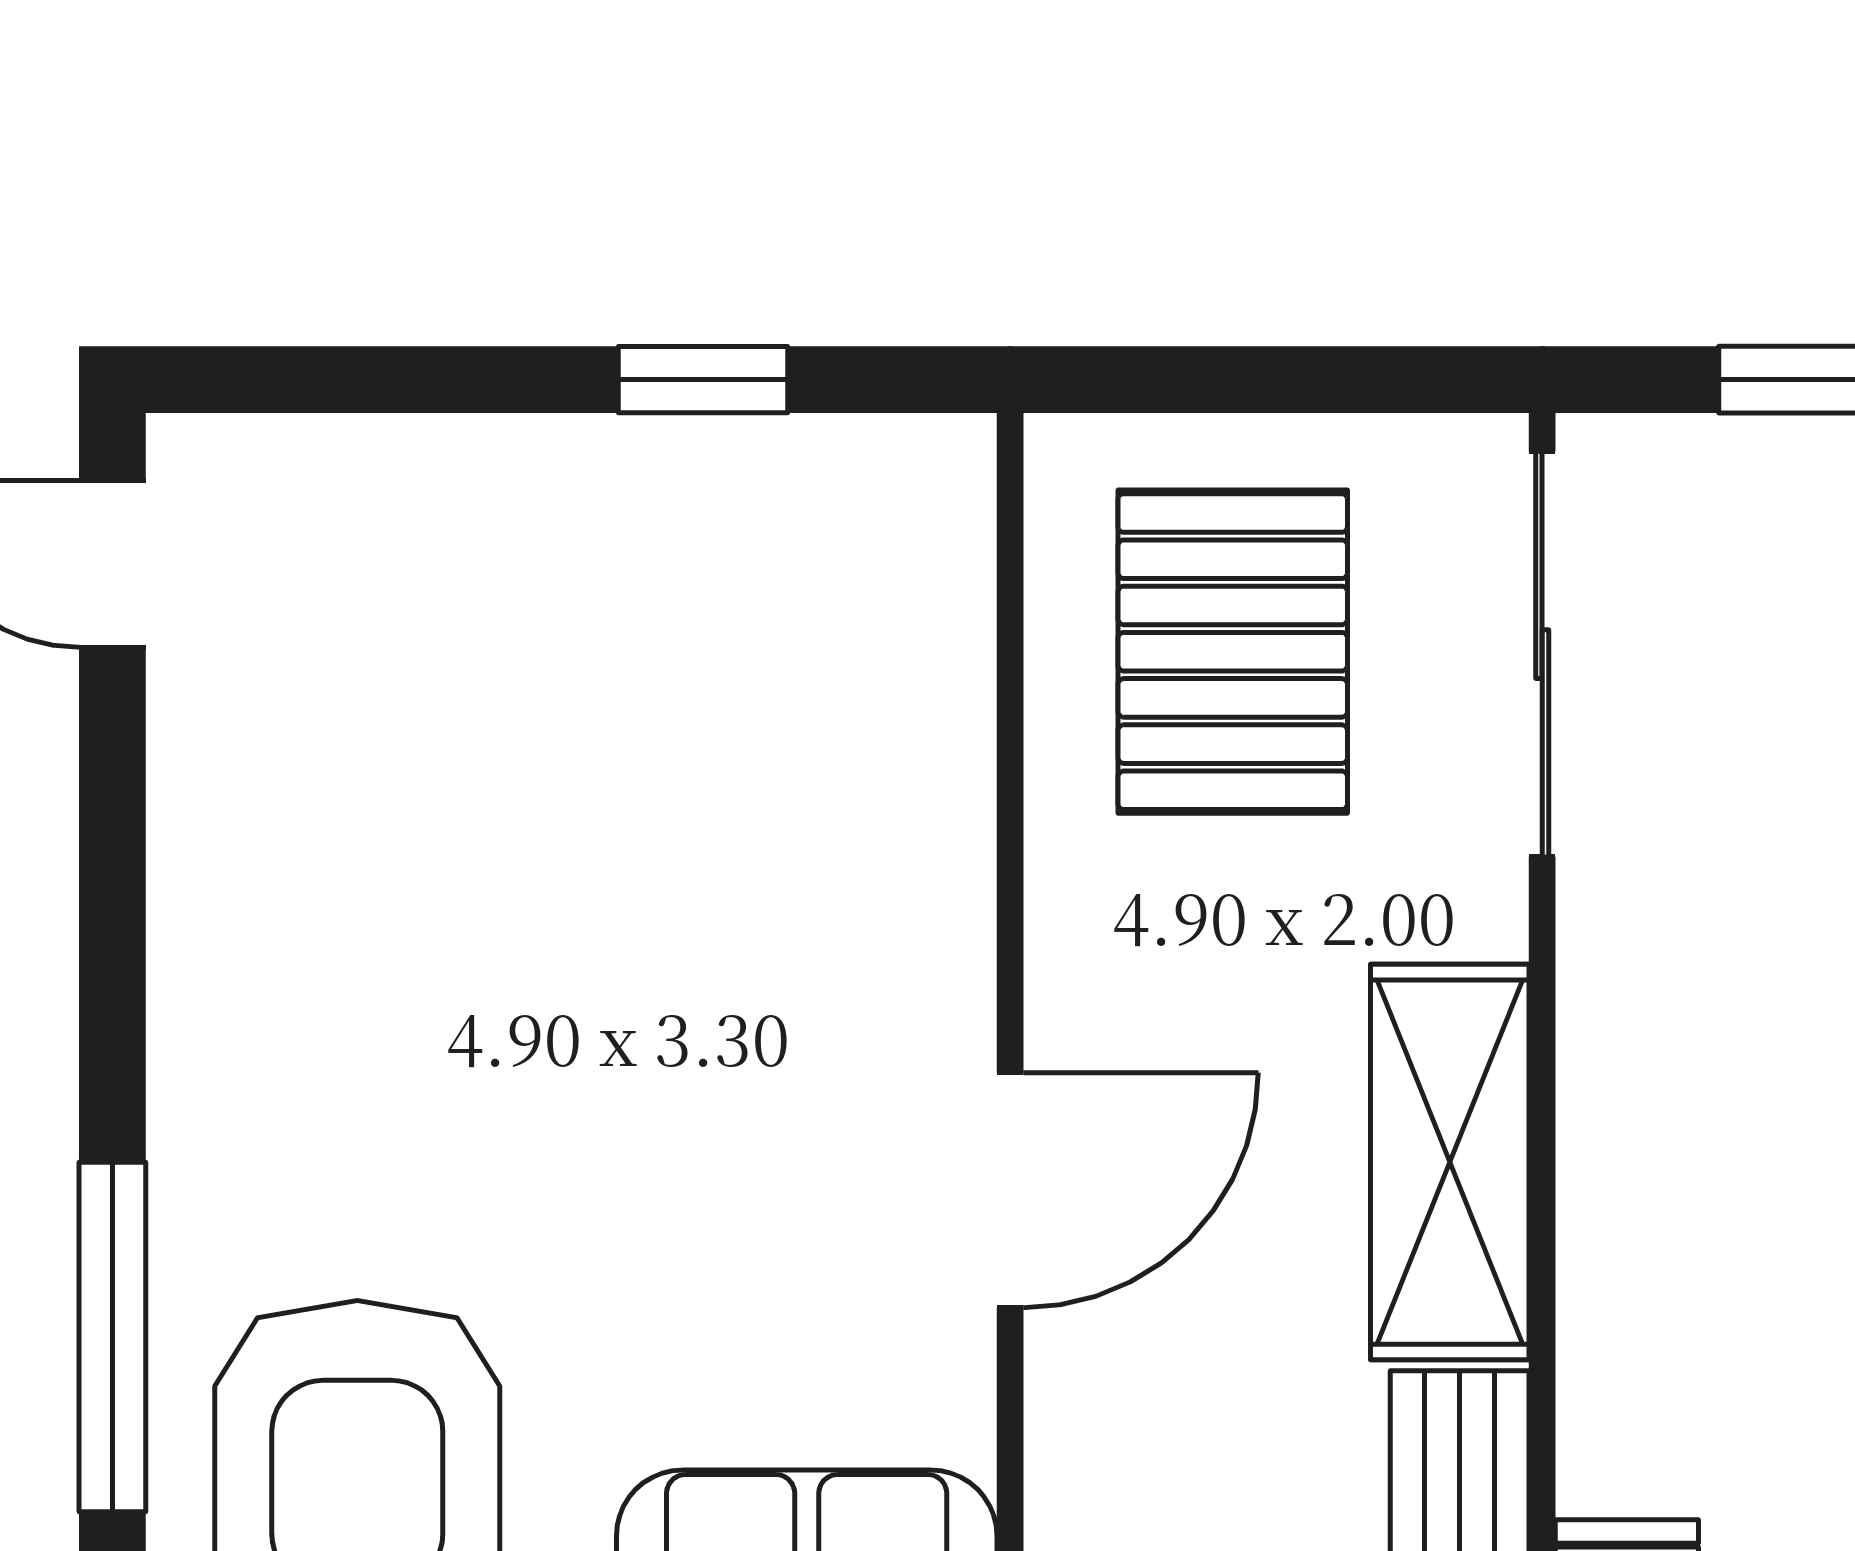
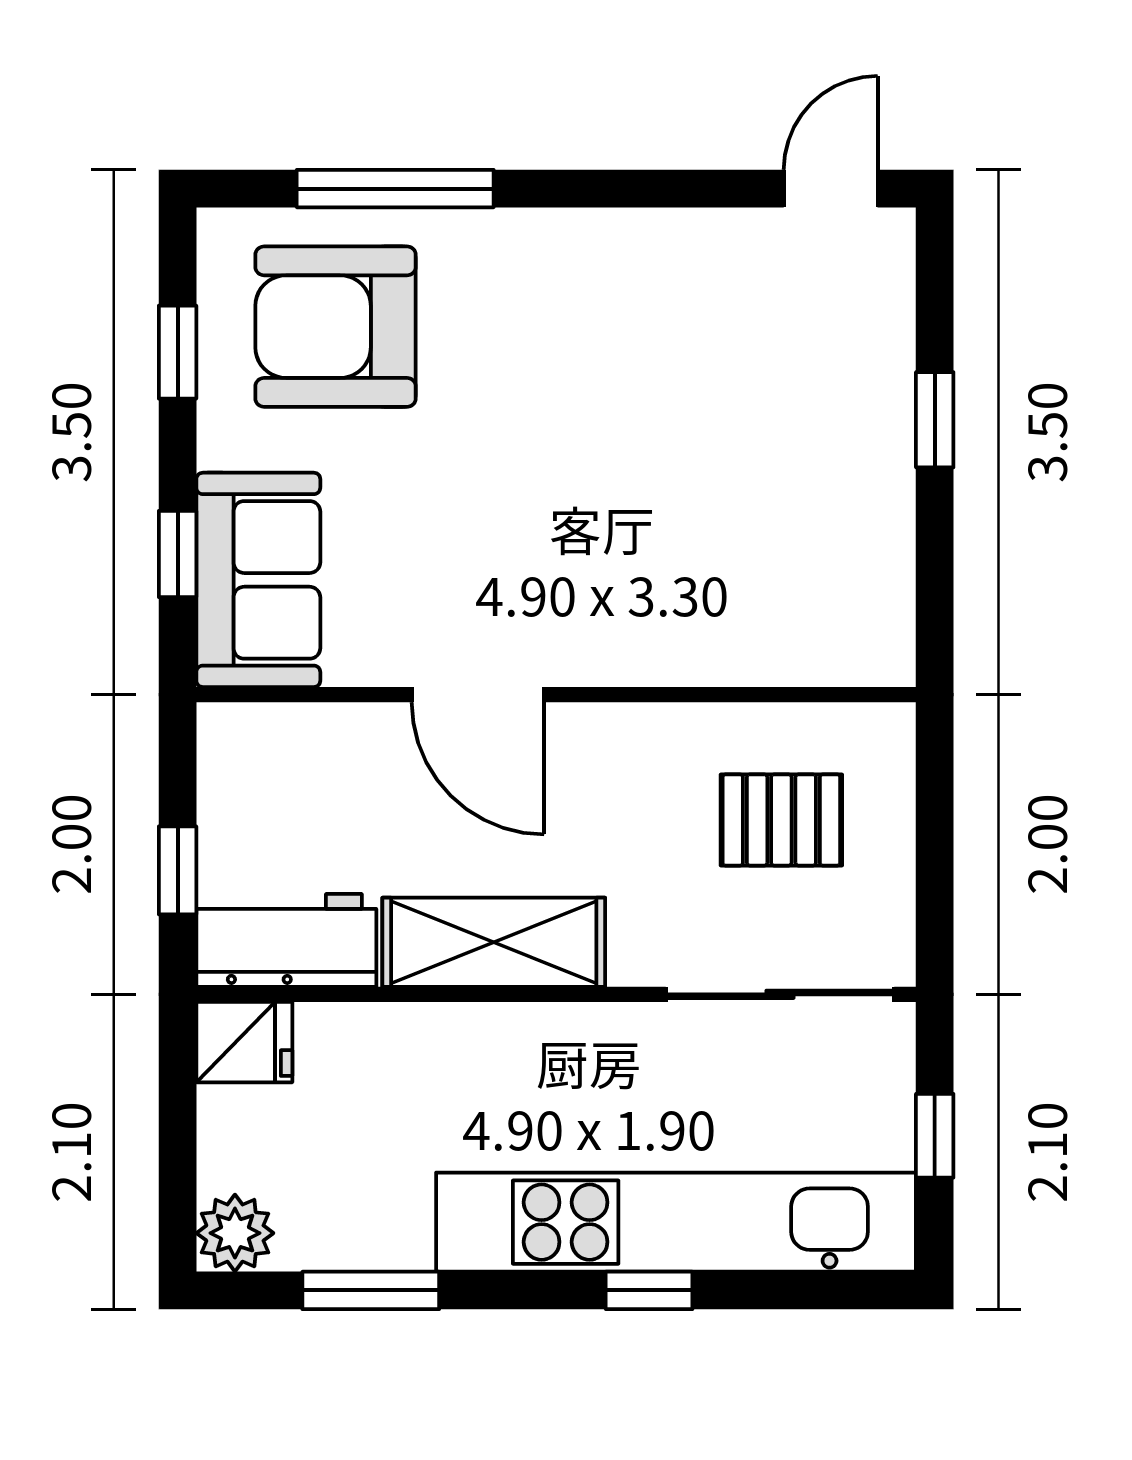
window: (703, 380) -> (935, 420), moved
pallet: (1233, 652) -> (781, 820), width x0.67, depth x0.71

